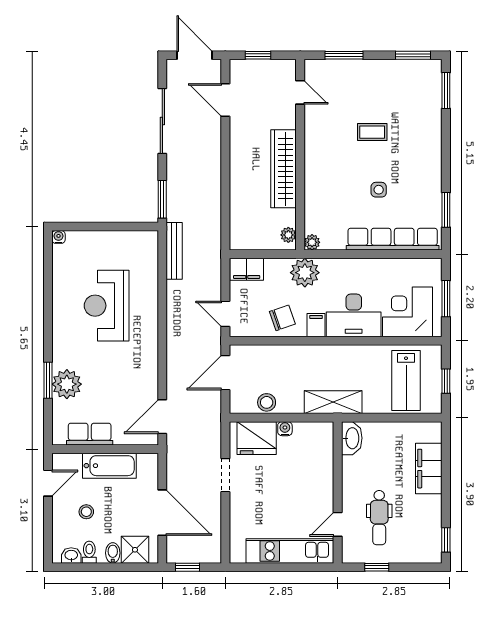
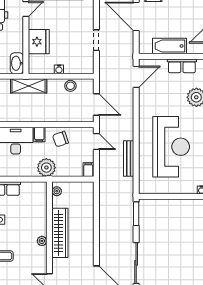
plant: (312, 242) -> (42, 241), moved
bench: (174, 251) -> (129, 159), moved
filing cabinet: (247, 269) -> (88, 170), width x0.50
reception desk: (107, 306) -> (171, 147), width x1.36, depth x1.30
door: (225, 373) -> (96, 105), hinge flipped
fridge: (257, 438) -> (39, 42), moved, turned 90
stool: (86, 512) -> (184, 17), removed

